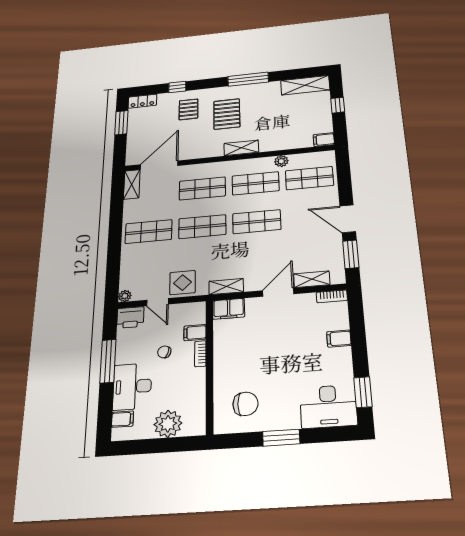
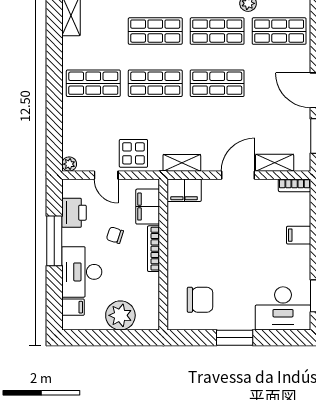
printer: (130, 317) -> (74, 213), moved, turned -90
filing cabinet: (195, 333) -> (148, 207), width x2.00
bookcase: (200, 354) -> (154, 249), width x1.56

